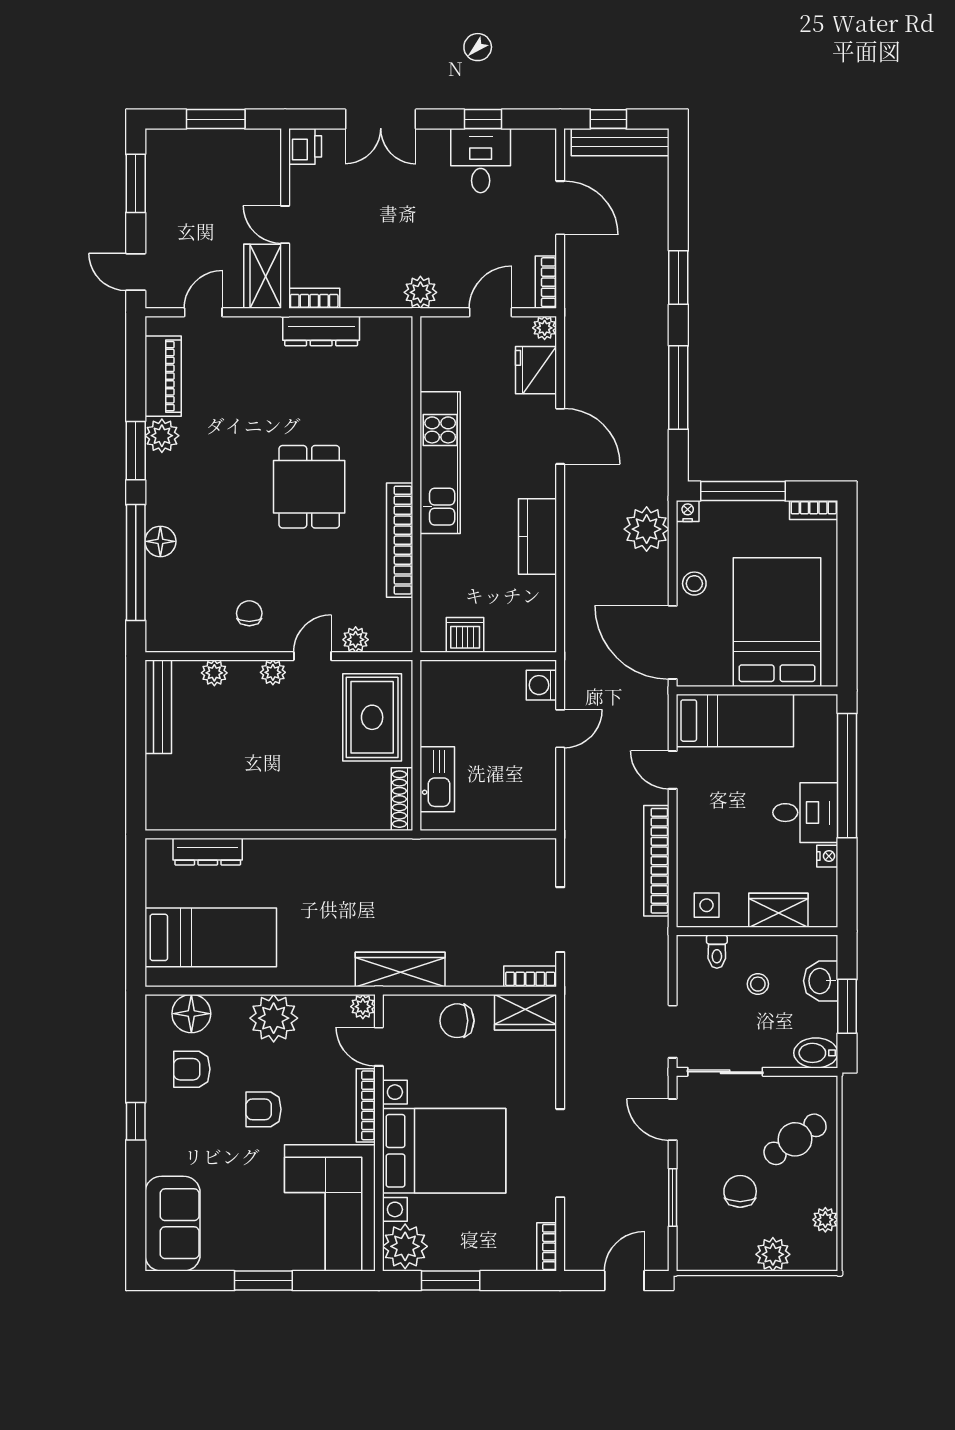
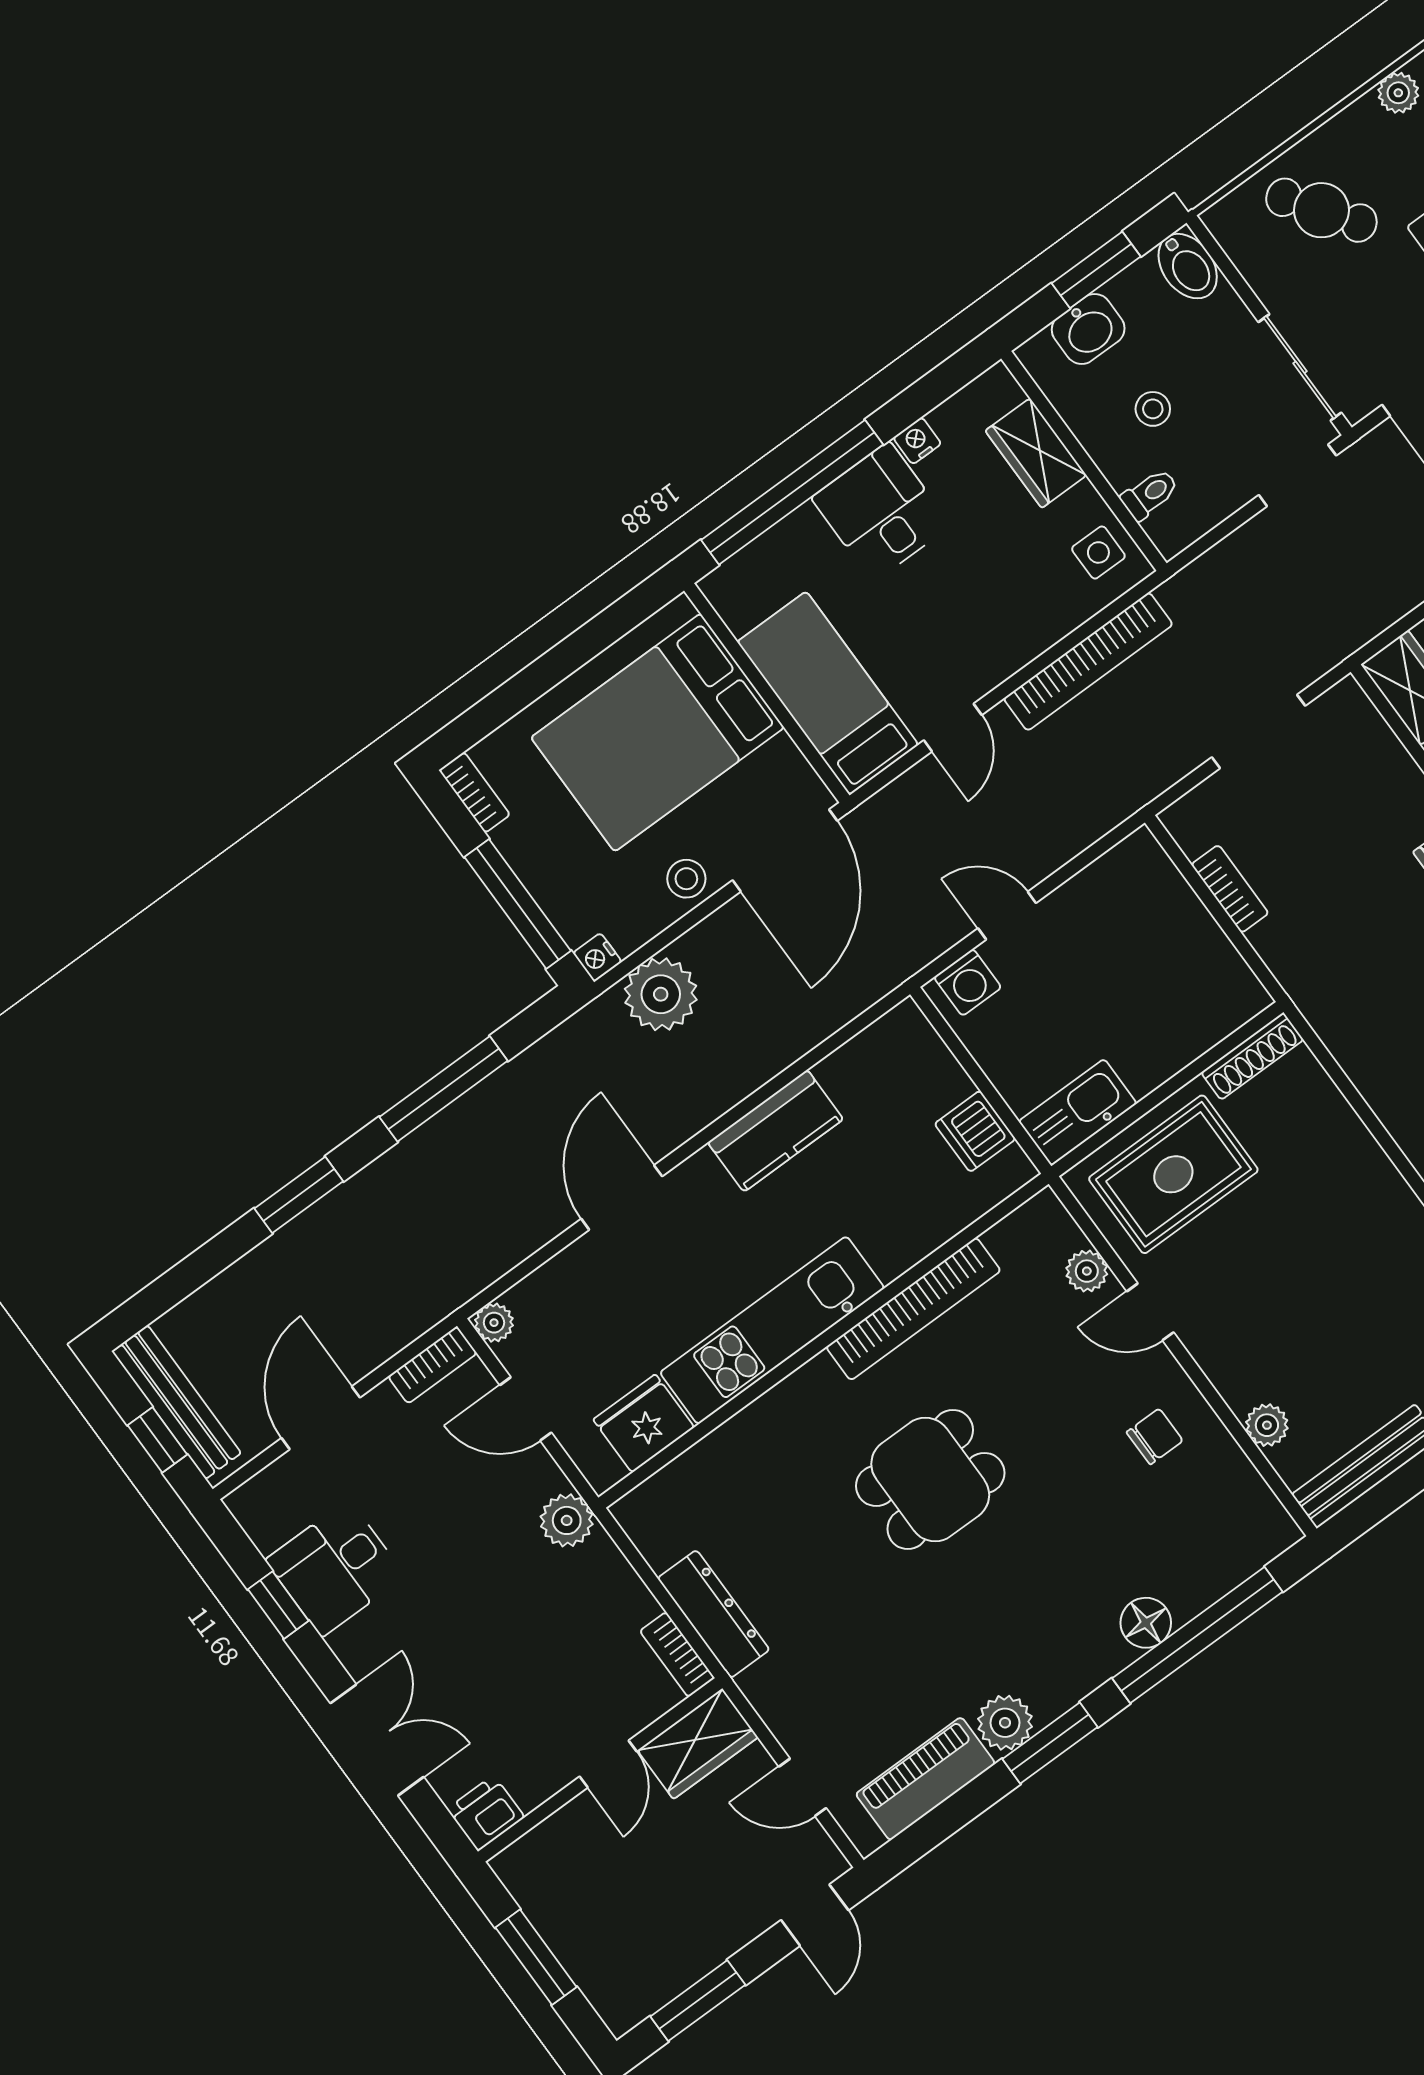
fridge: (536, 370) -> (644, 1423), moved, turned 180
chair: (249, 613) -> (1155, 1436), turned 180
plant: (273, 672) -> (1210, 1348), removed
kitchen sink: (437, 779) -> (1078, 1112), moved
bookcase: (530, 976) -> (1230, 889), moved, turned 180

